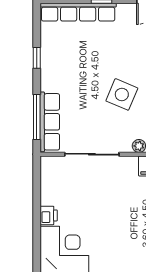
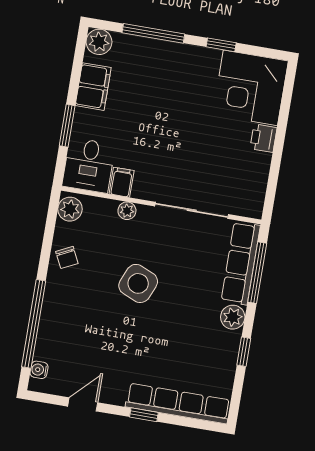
plant: (49, 82) -> (233, 317), added

